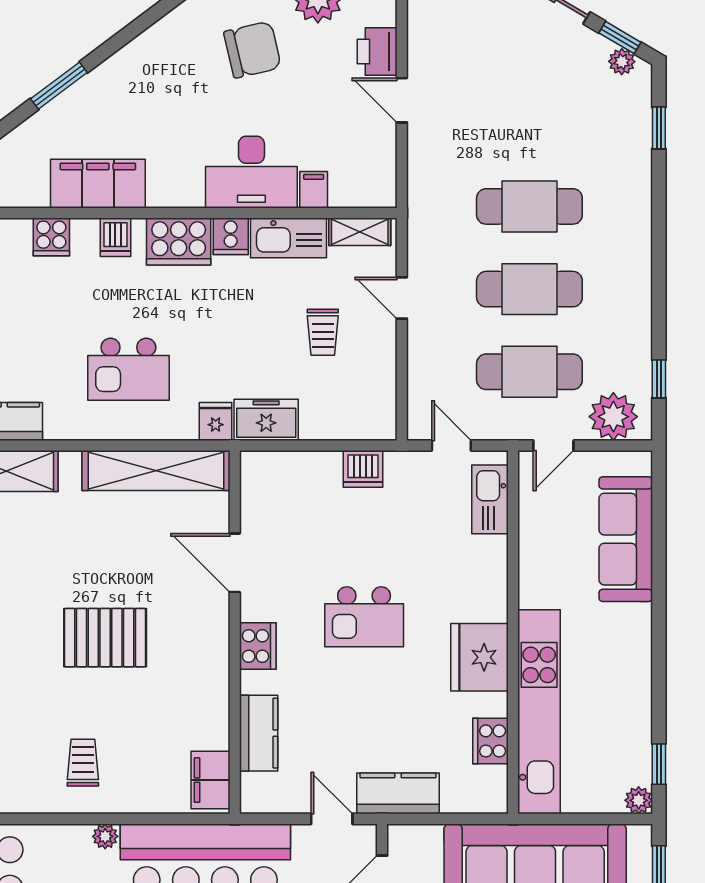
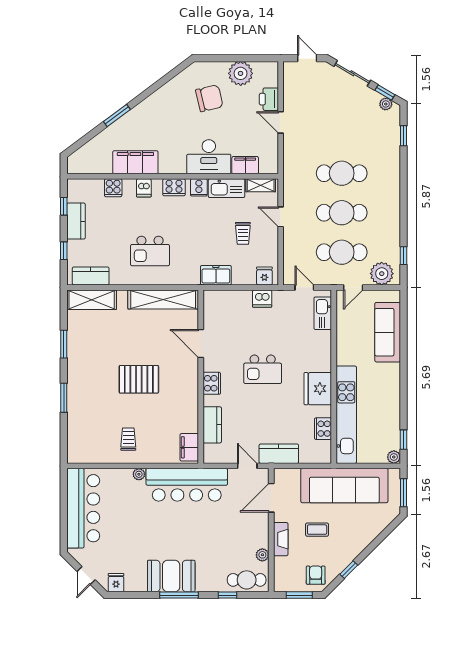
filing cabinet: (314, 190) -> (245, 165), width x2.00
cooker: (179, 242) -> (174, 187), width x0.73, depth x0.76
fridge: (216, 421) -> (264, 276), moved

